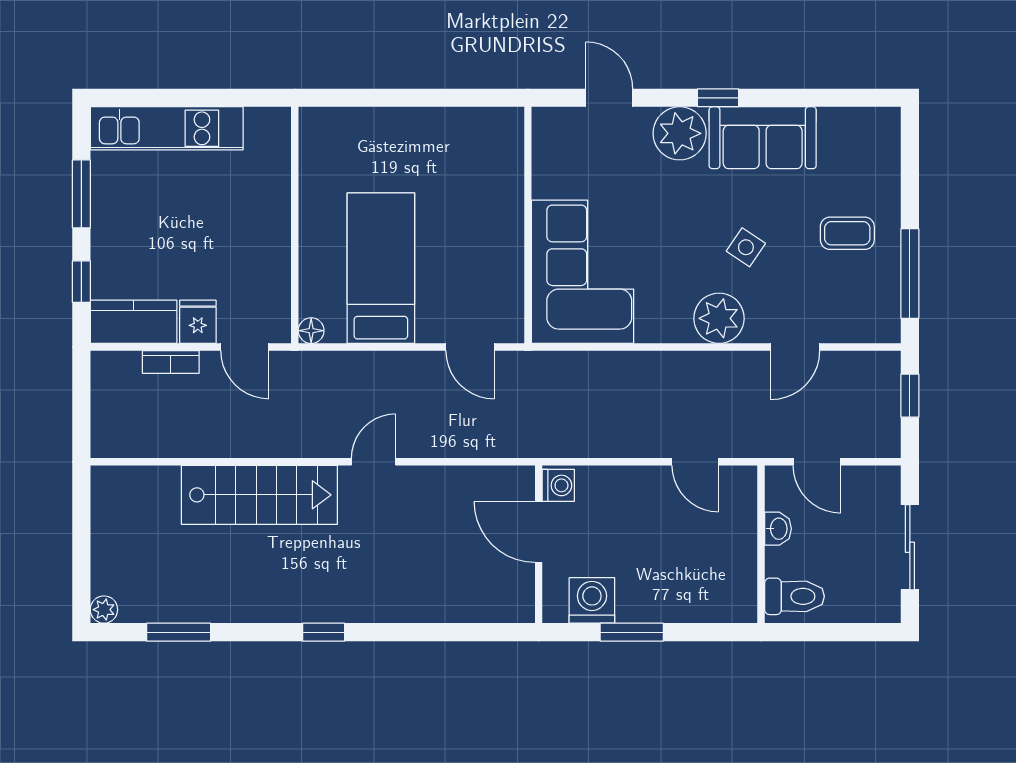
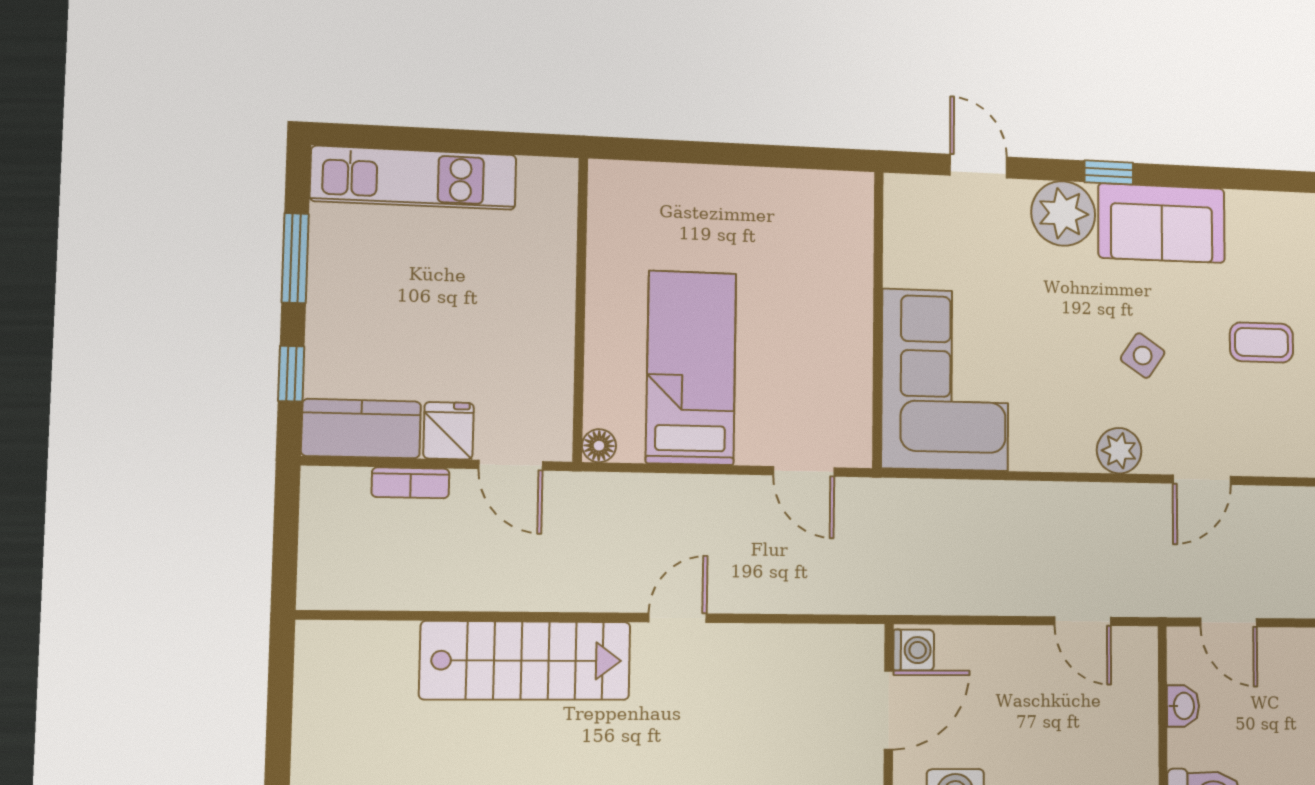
plant: (719, 318) -> (1119, 451), width x0.73, depth x0.73
door: (539, 532) -> (889, 710), swing flipped

